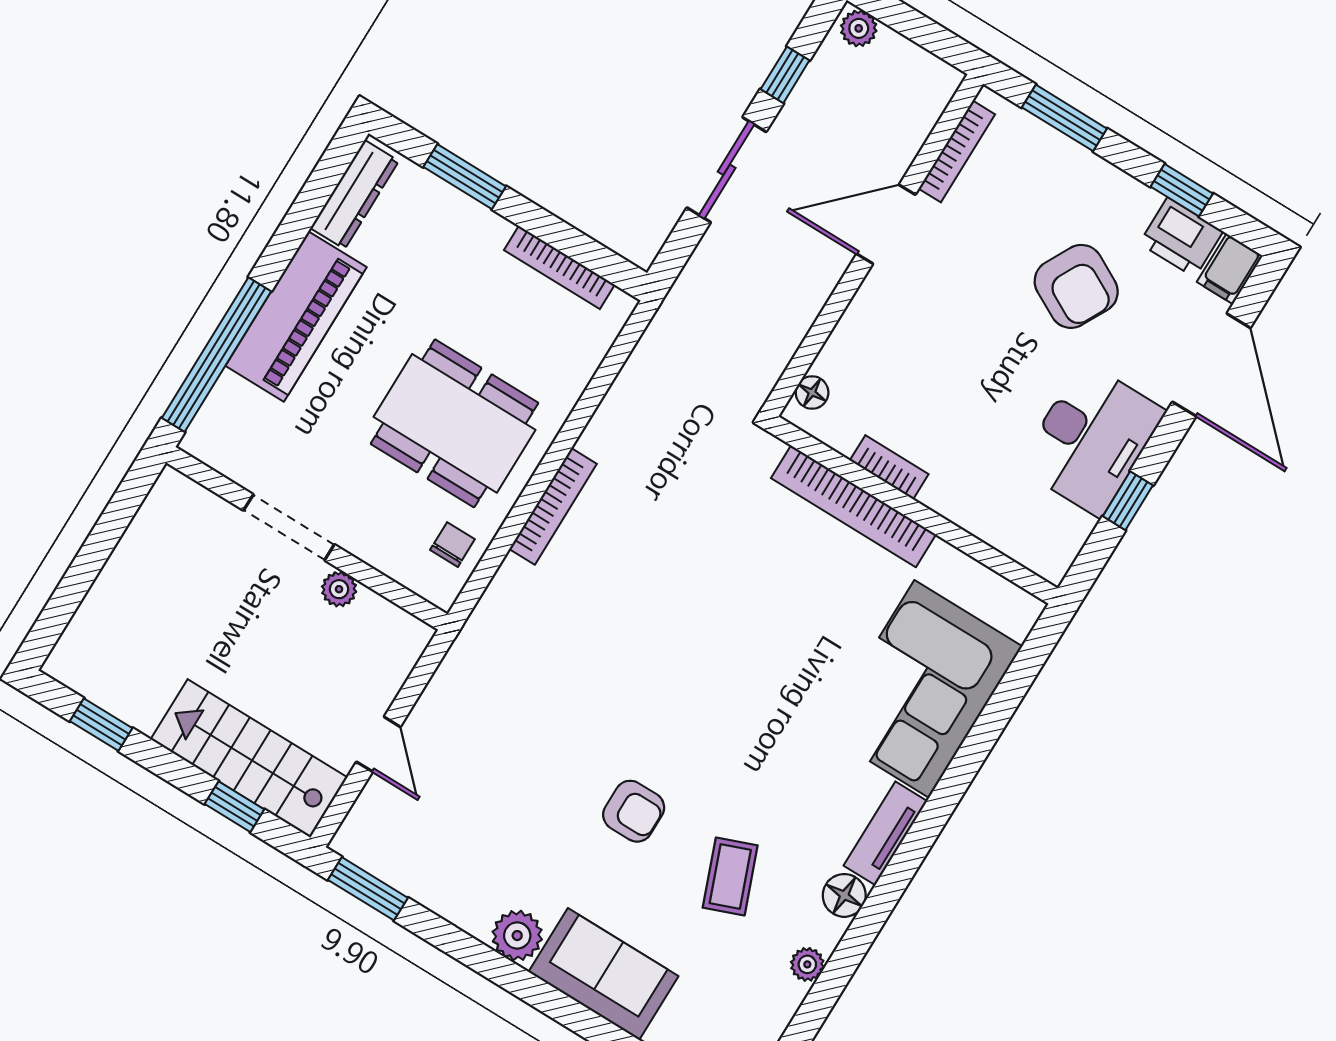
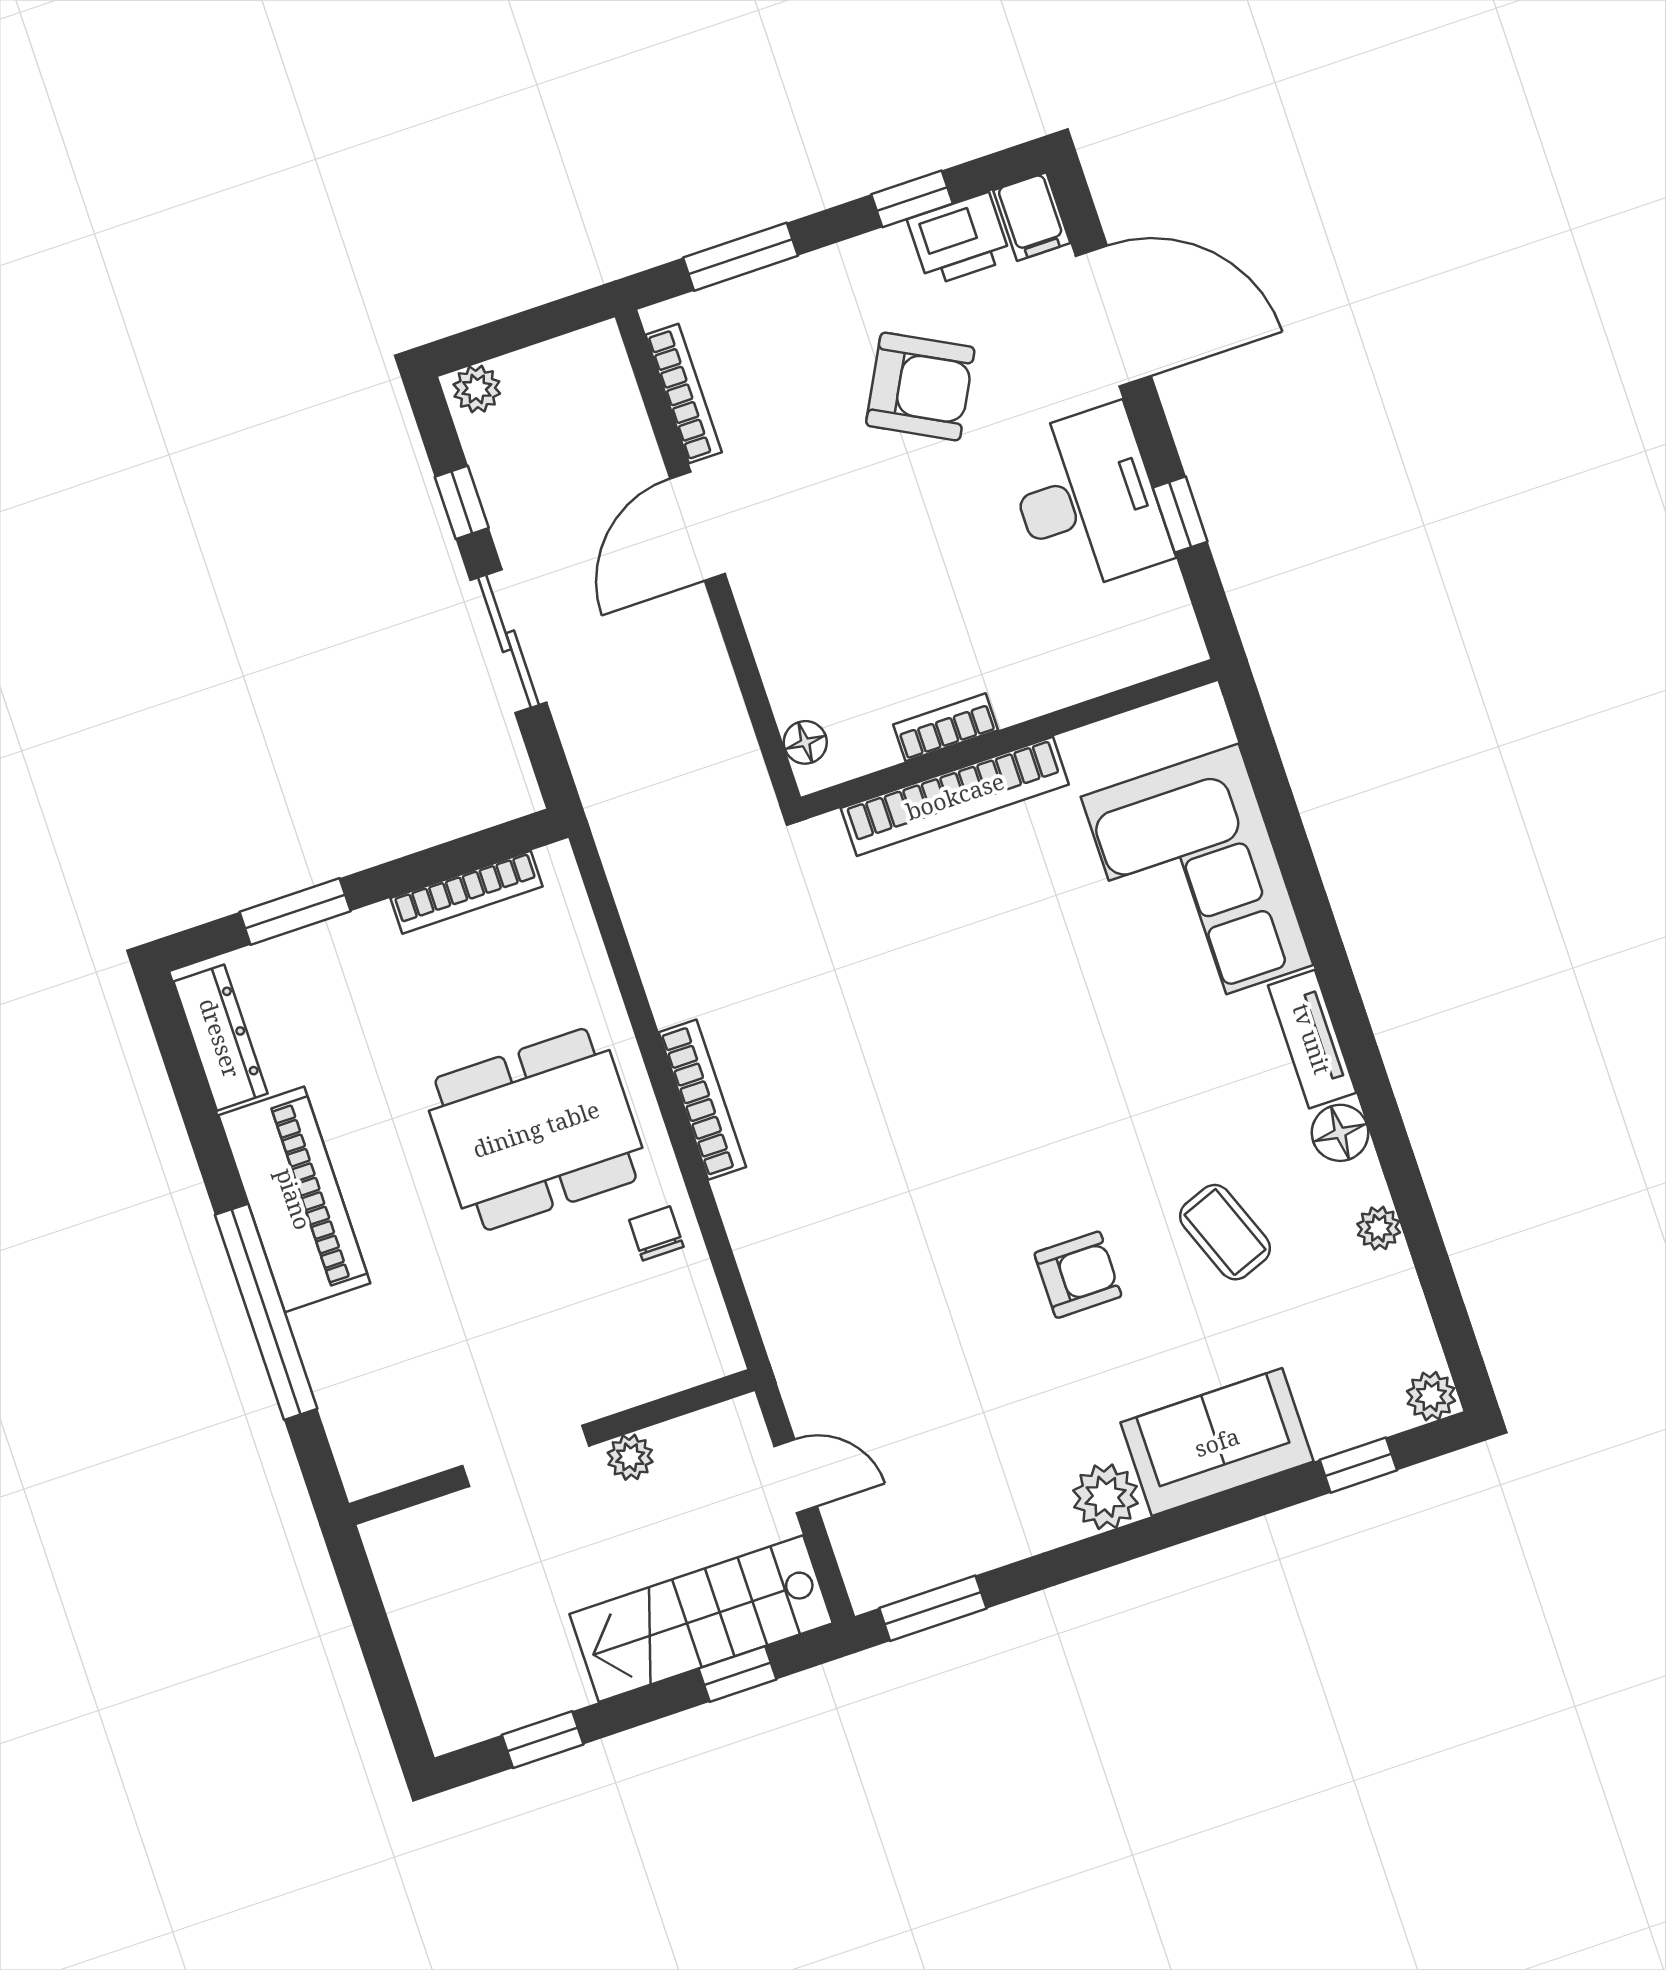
doorway: (289, 527) -> (526, 1456), moved
wall: (307, 538) -> (552, 1447), moved
plant: (339, 589) -> (630, 1457), moved

